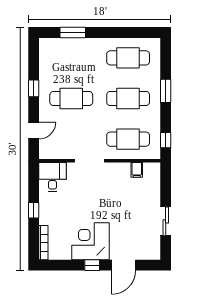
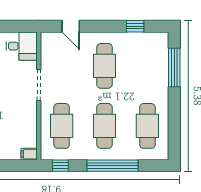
window: (73, 33) -> (174, 67), width x1.44
window: (34, 88) -> (135, 26), moved
window: (166, 91) -> (112, 166), width x2.11
filing cabinet: (137, 170) -> (29, 154), moved

